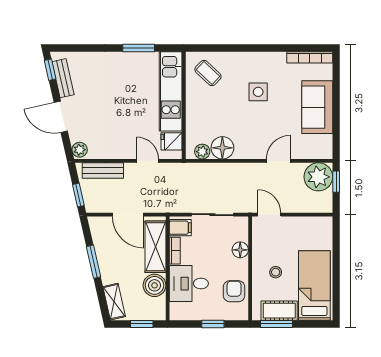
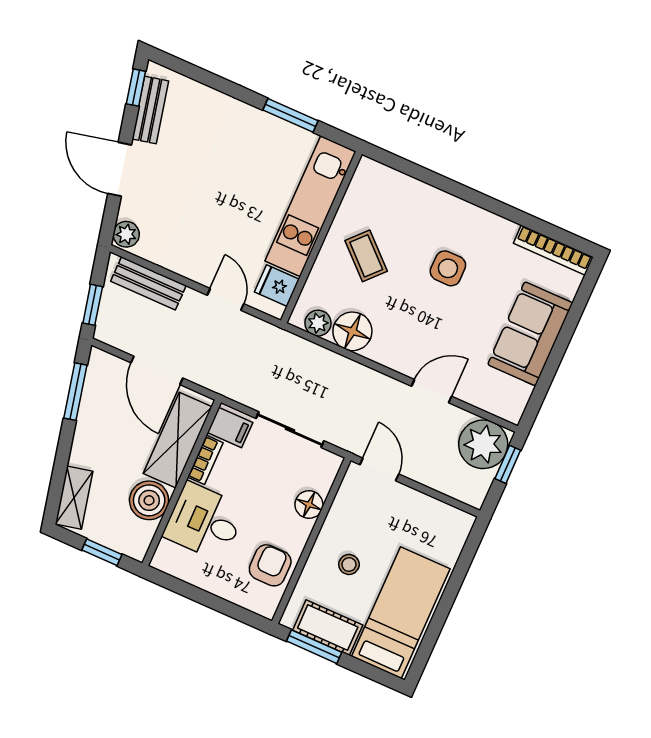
coffee table: (208, 73) -> (366, 256), moved
window: (94, 262) -> (75, 392), moved
window: (213, 324) -> (214, 602), removed

